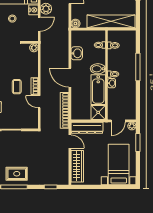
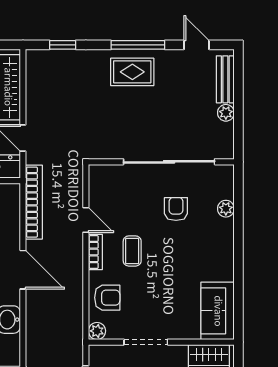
armchair: (29, 64) -> (107, 298), added

